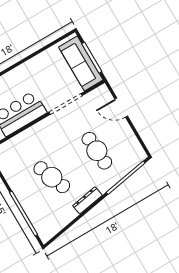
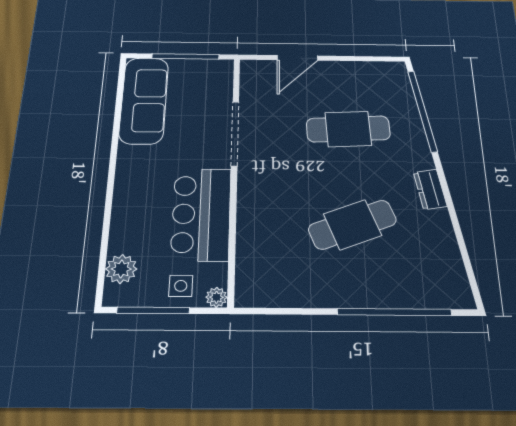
sofa: (81, 63) -> (144, 100), moved, turned -90
dresser: (87, 200) -> (430, 189), width x0.70

